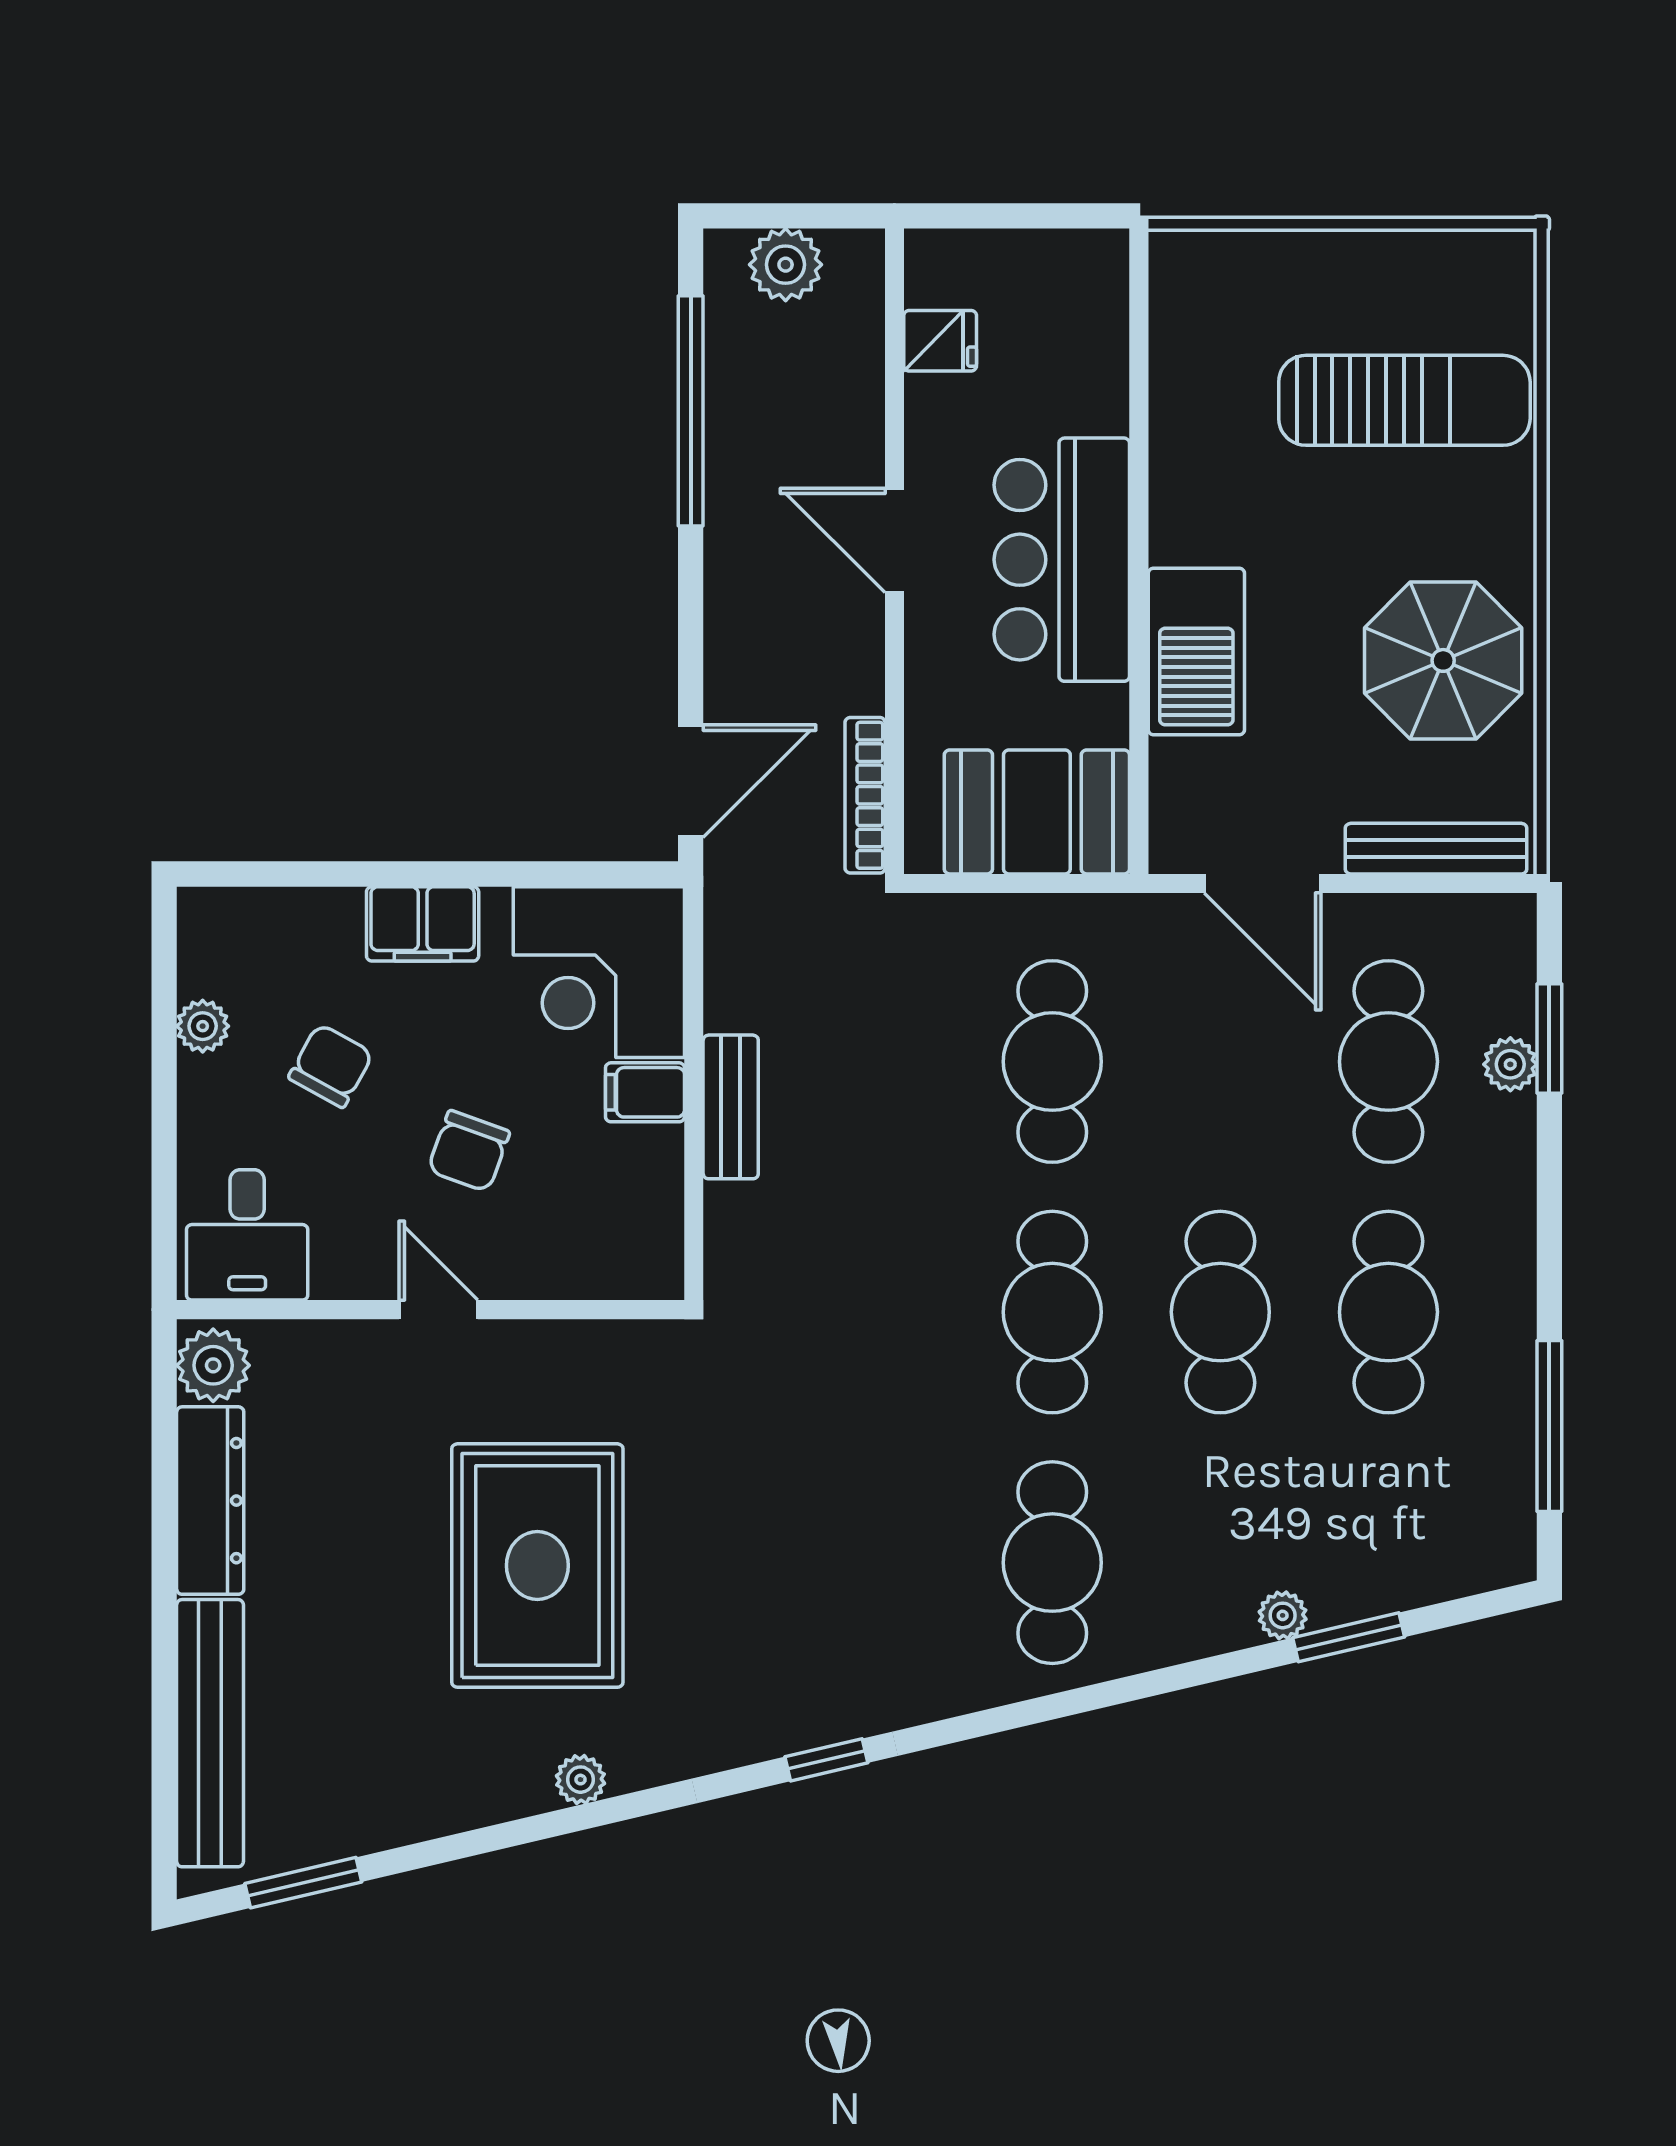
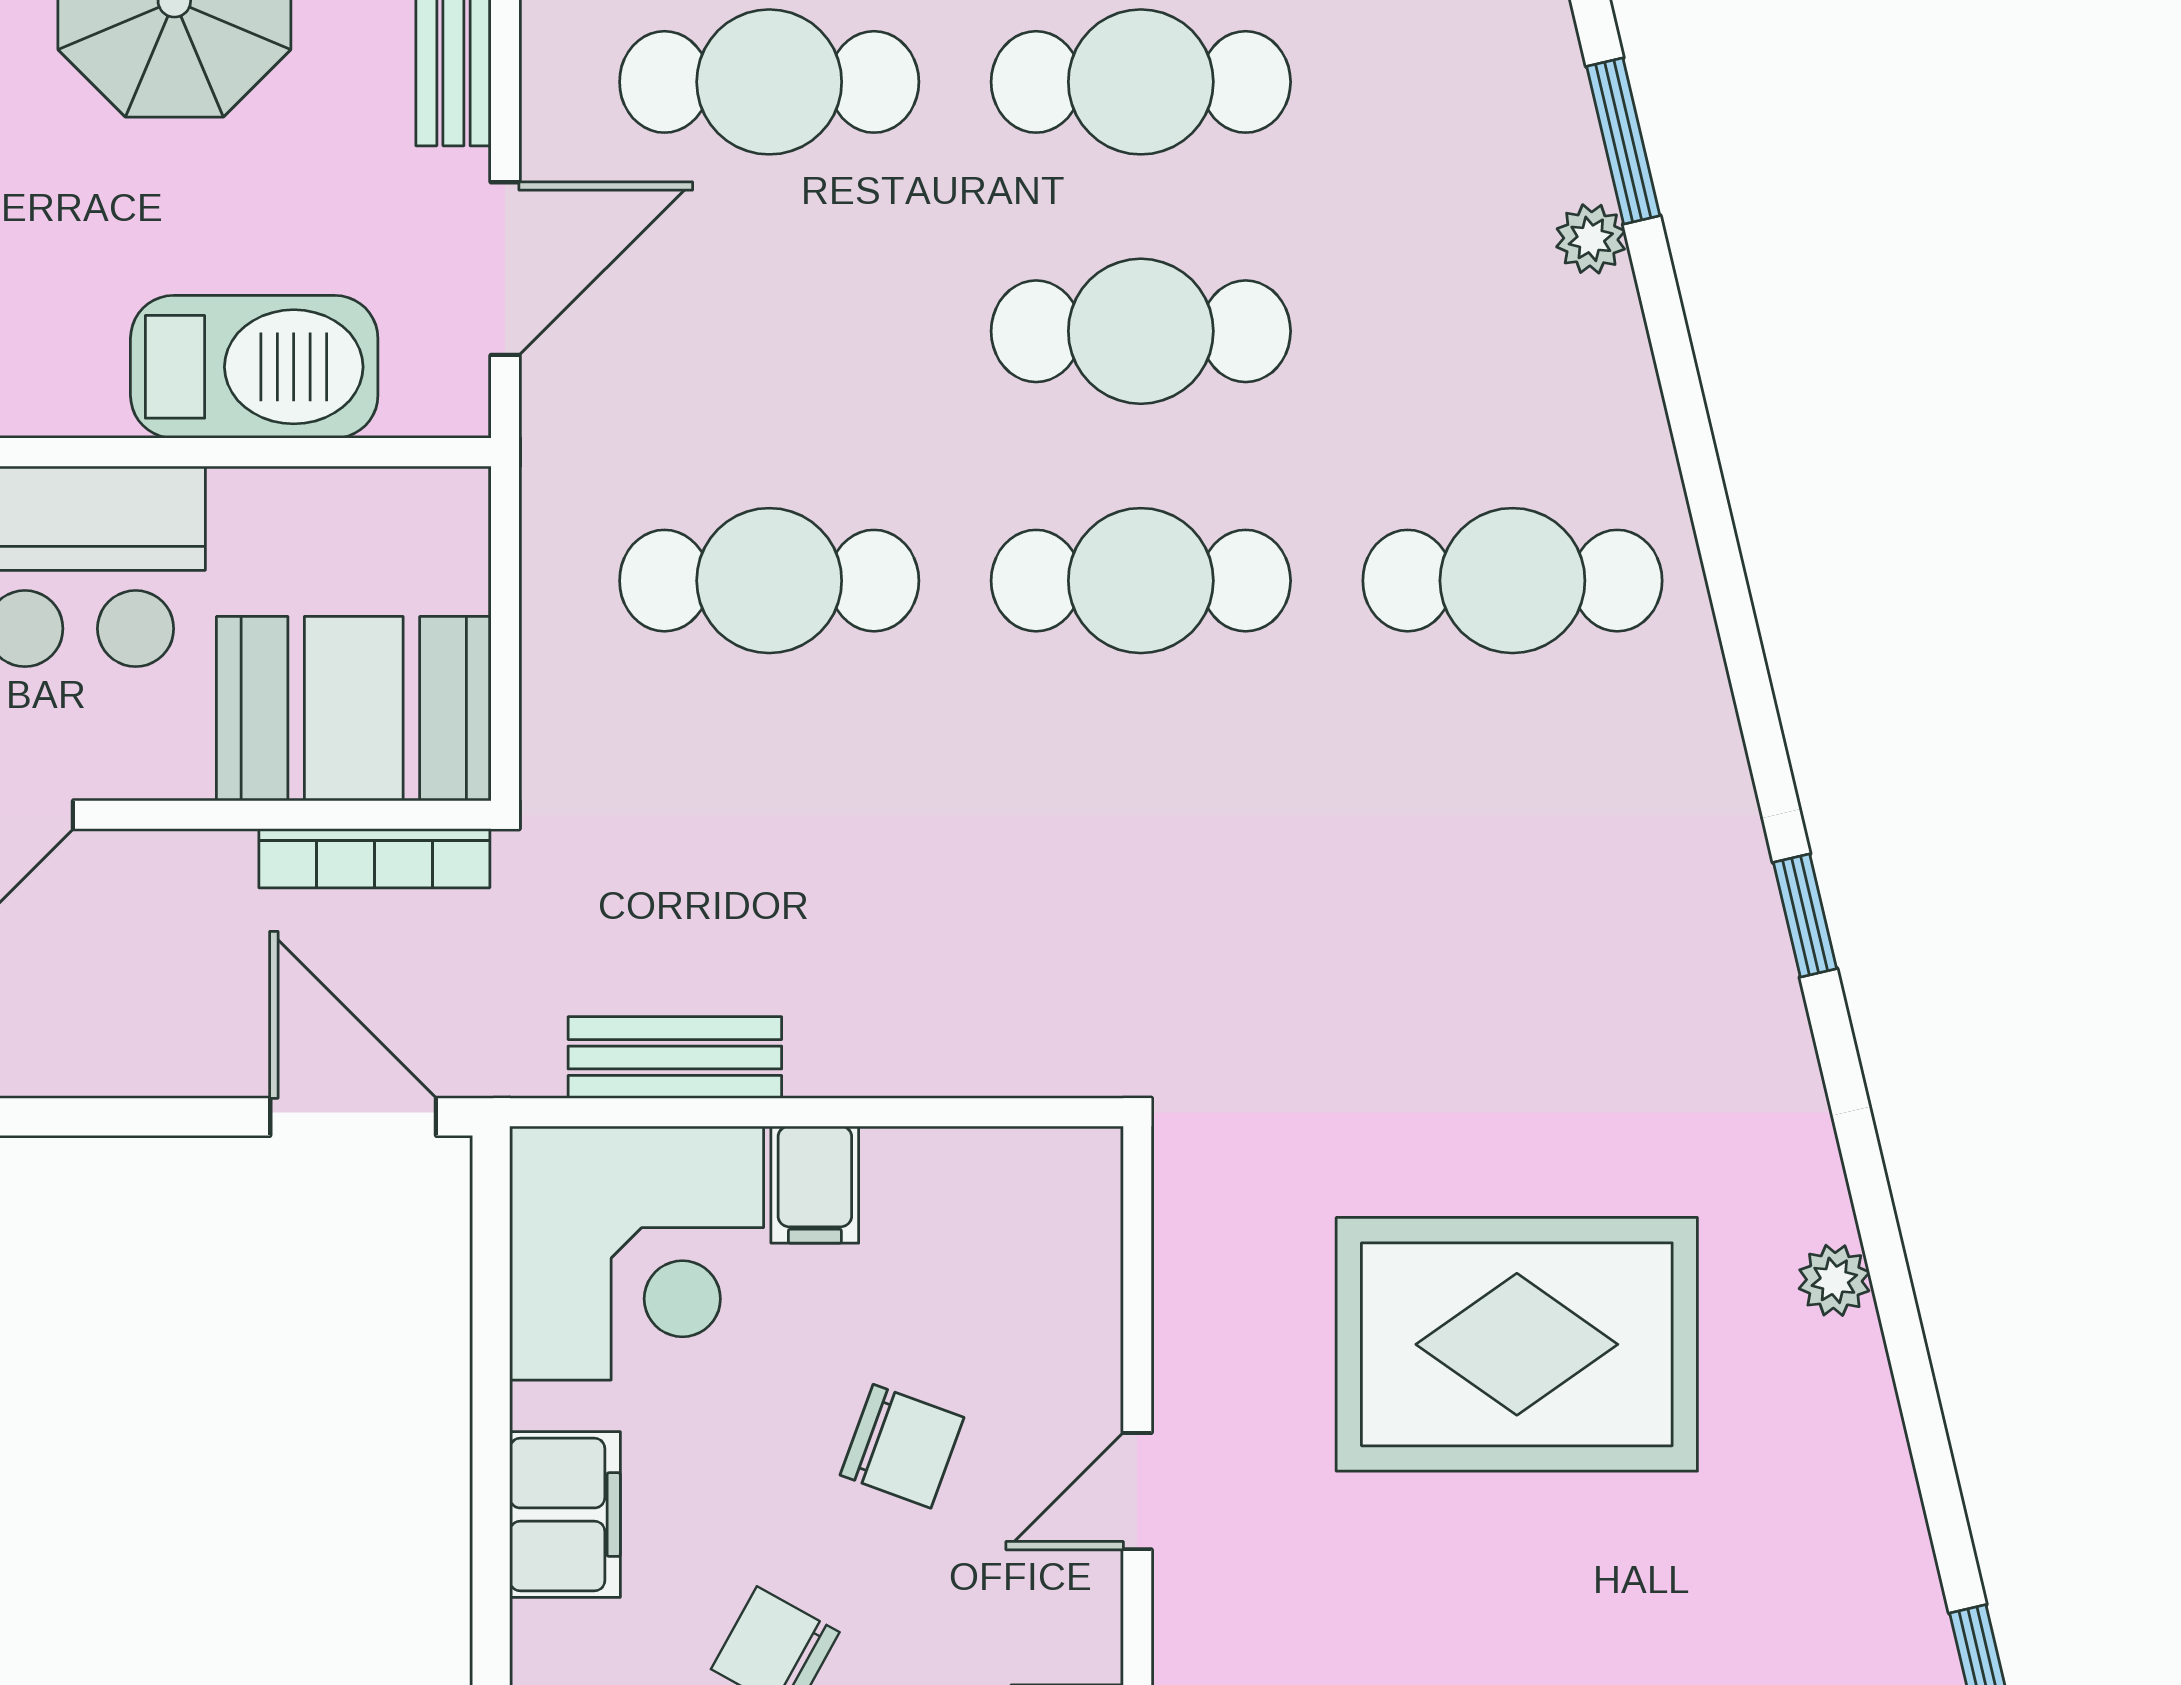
barbecue: (1196, 652) -> (254, 367), moved
booth: (1037, 812) -> (354, 709), moved, turned 90
bench: (731, 1107) -> (675, 1057), moved

